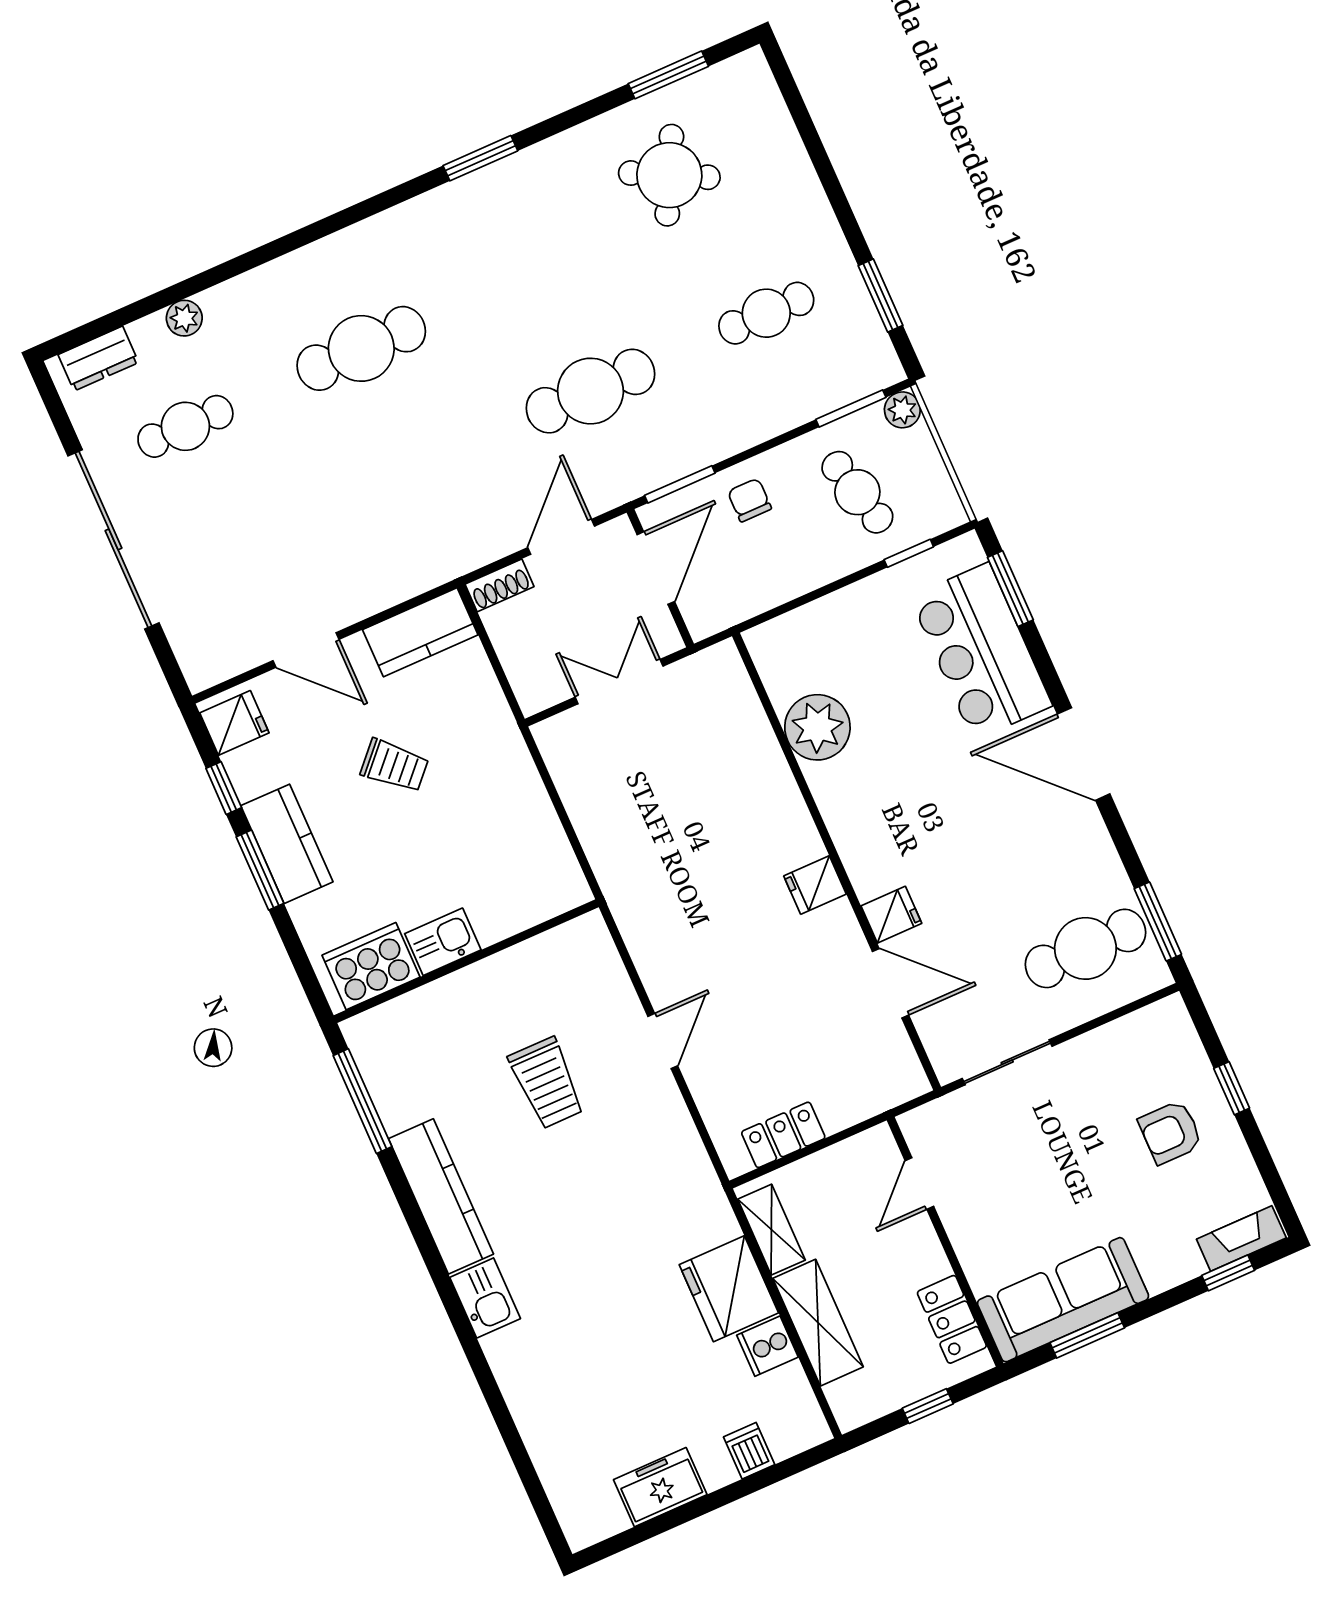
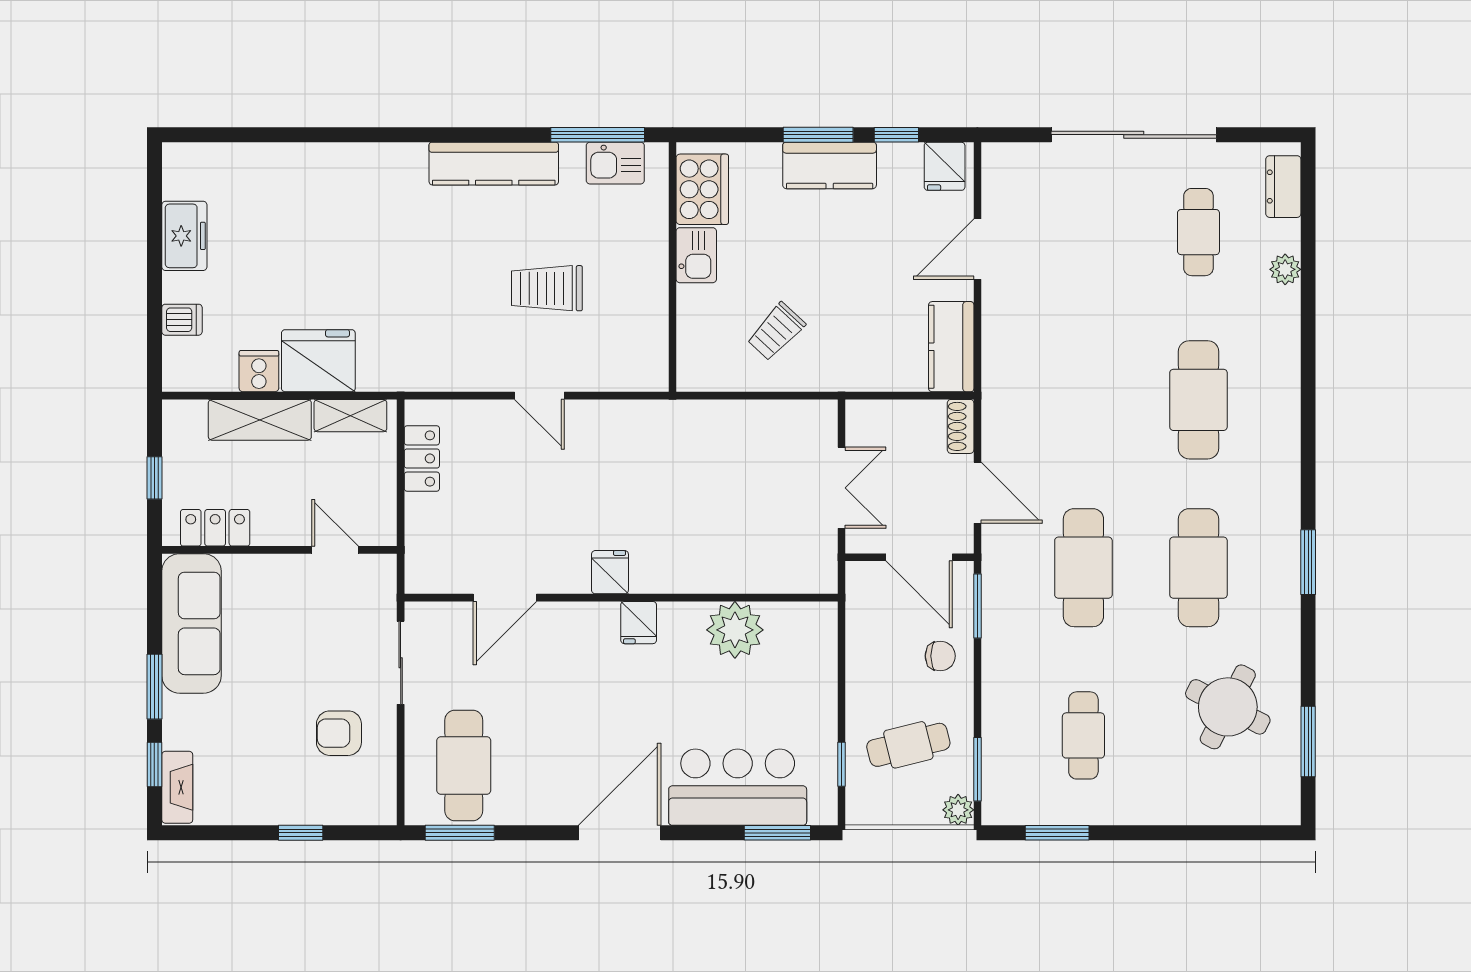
cafe table: (537, 271) -> (1198, 568), added
trolley: (395, 766) -> (776, 332), moved
fridge: (891, 915) -> (639, 623), moved
armchair: (1170, 1132) -> (339, 733), moved, turned -90
kitchen sink: (485, 1298) -> (615, 163), moved
window: (1087, 1335) -> (154, 687), moved

